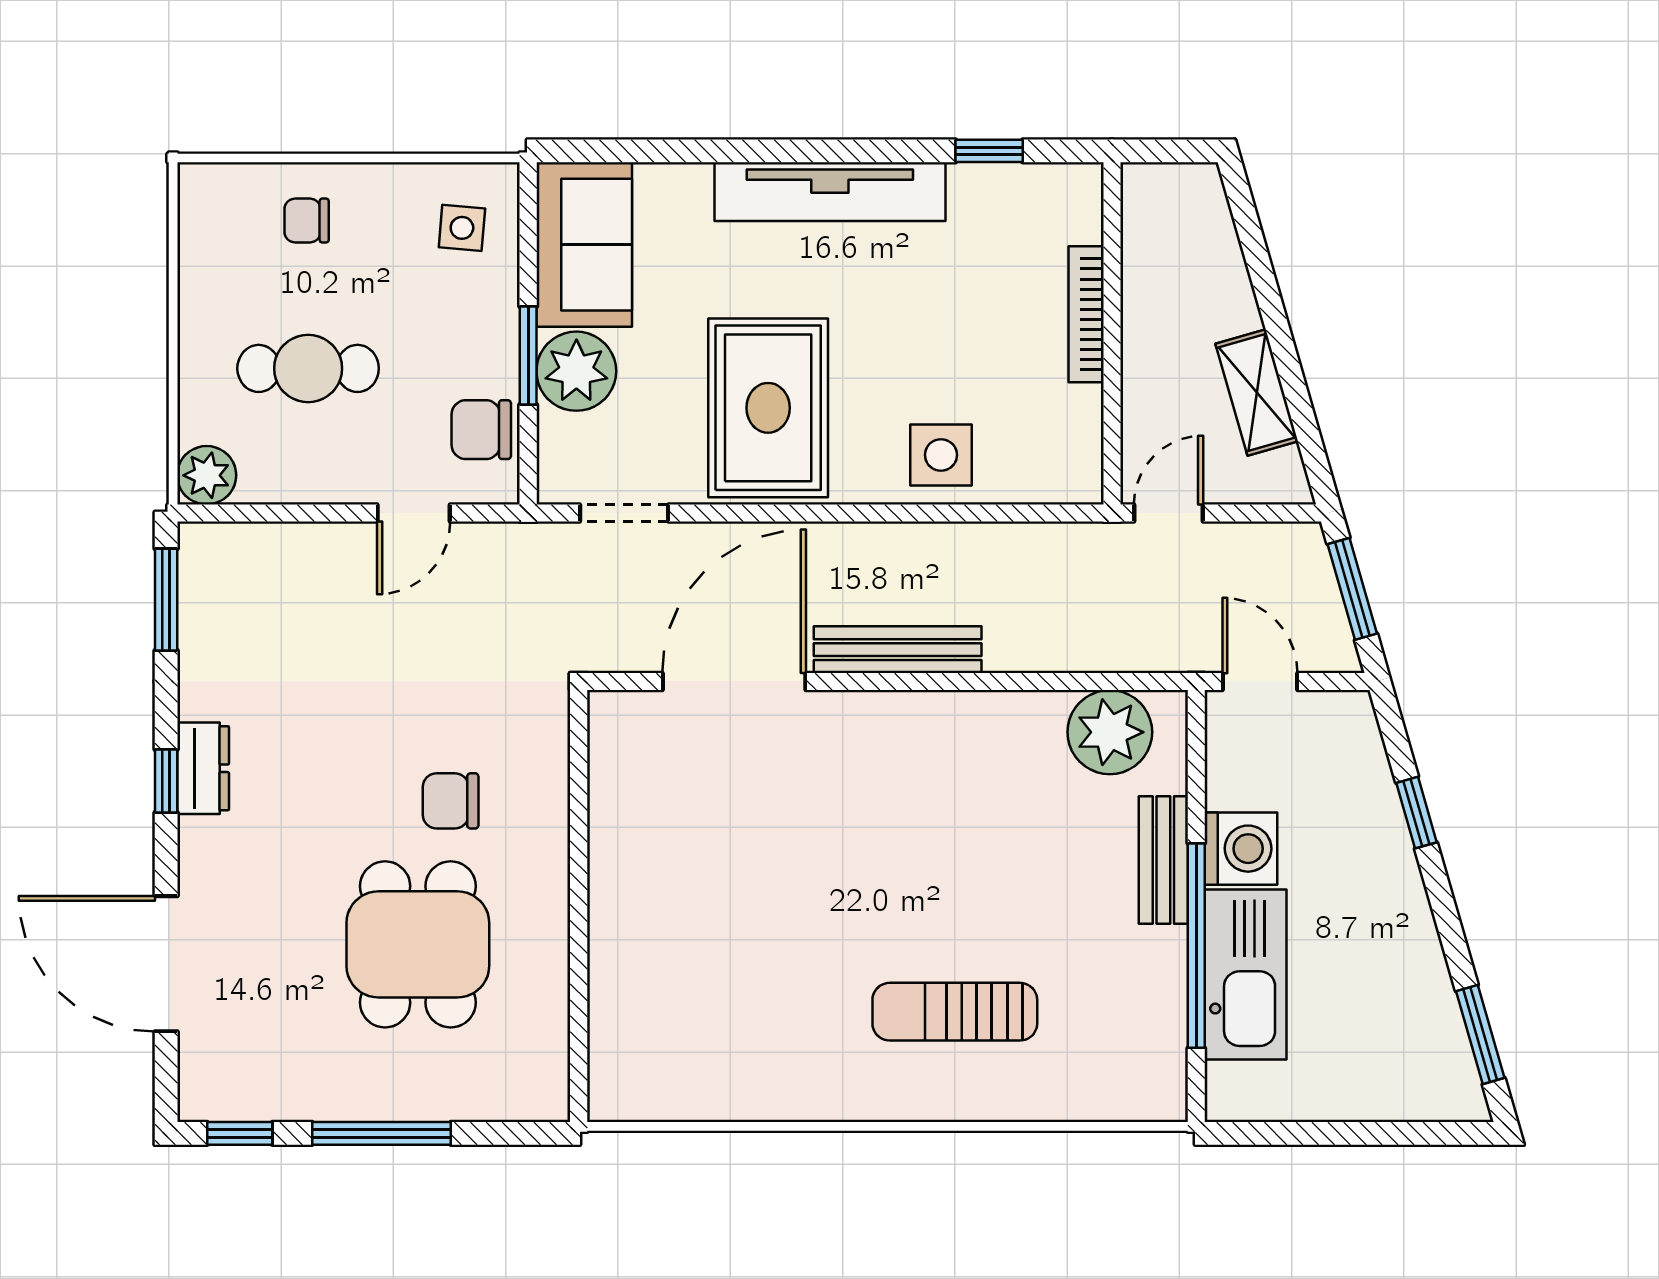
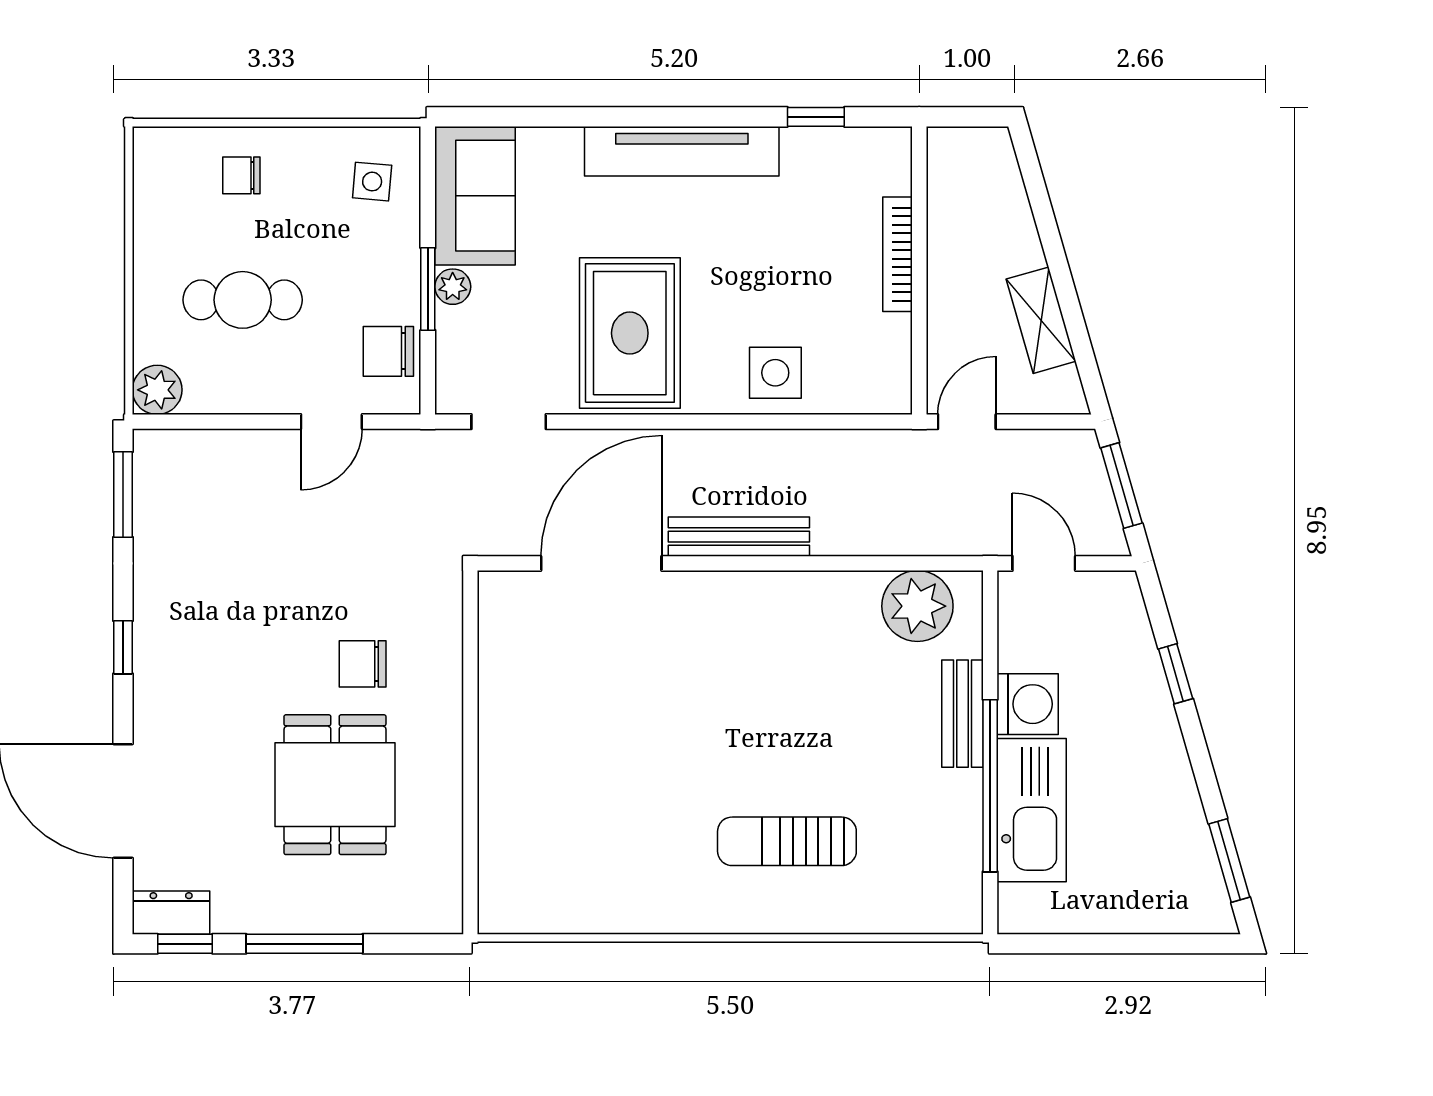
plant: (576, 371) -> (453, 287), width x0.53, depth x0.53
dresser: (203, 768) -> (171, 913), moved, turned -90

